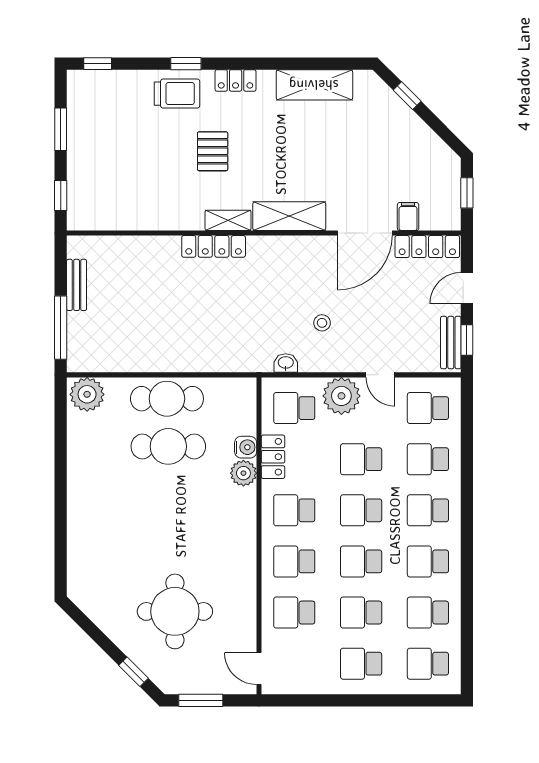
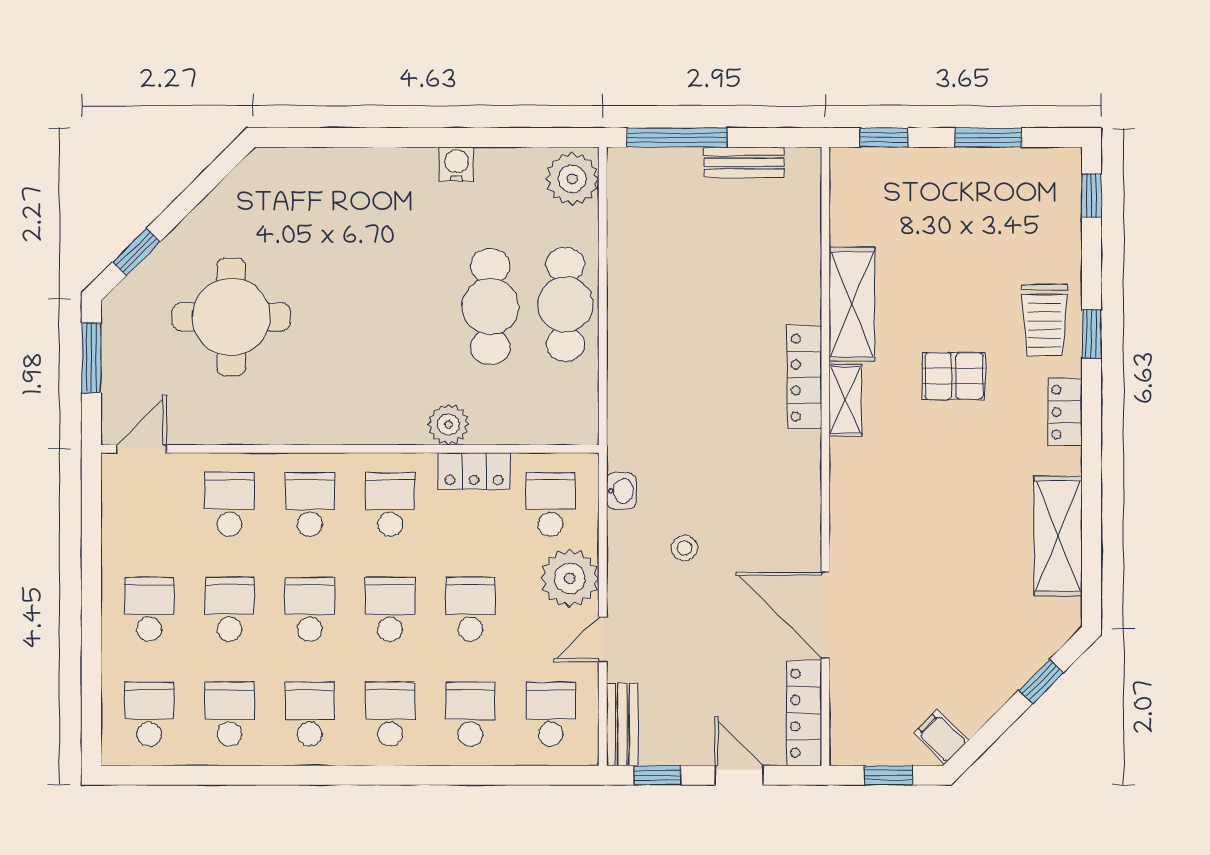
shelving: (289, 216) -> (852, 304), moved
filing cabinet: (408, 217) -> (941, 737), moved, turned -135
bench: (451, 343) -> (622, 724), moved, turned 90
water cooler: (246, 447) -> (456, 164), moved, turned 180

